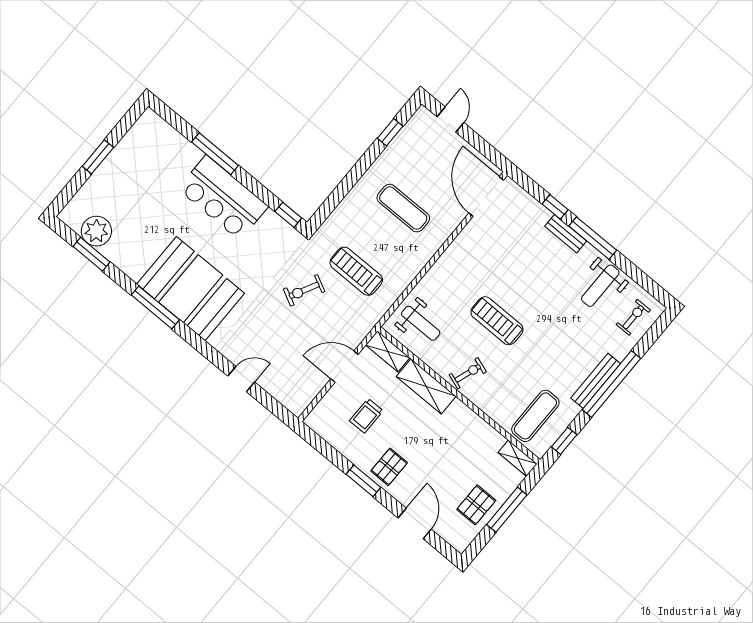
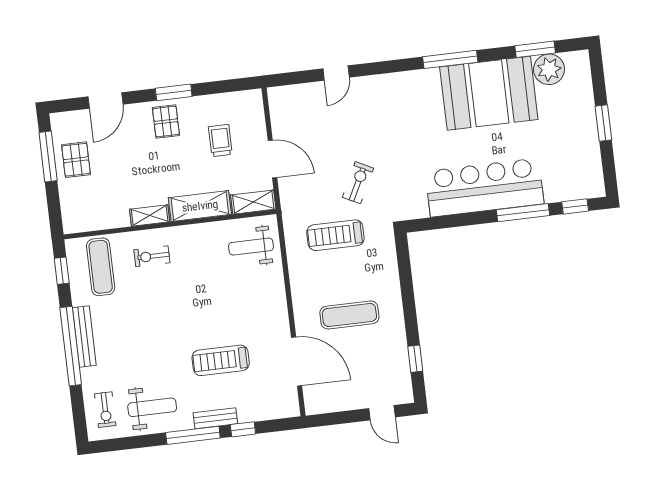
door: (486, 197) -> (297, 361), moved
bar counter: (223, 198) -> (485, 188), width x1.36
window: (288, 215) -> (575, 206), moved
treadmill: (356, 271) -> (335, 235), turned 180
weight bench: (600, 286) -> (152, 407), turned 90
booth: (191, 289) -> (489, 93), moved
treadmill: (497, 321) -> (221, 360), moved, turned 180
door: (344, 367) -> (272, 159), hinge flipped
exercise bike: (468, 373) -> (152, 256), moved, turned 71
shelving: (518, 458) -> (150, 215), moved
window: (507, 510) -> (48, 157), moved
door: (415, 524) -> (105, 101), hinge flipped

